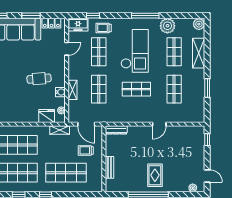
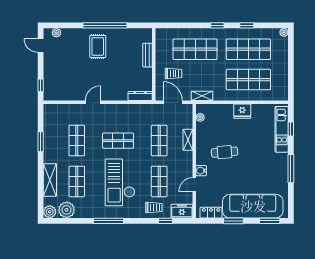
plant: (167, 26) -> (67, 210), moved
water cooler: (60, 92) -> (201, 171), moved
fridge: (47, 116) -> (242, 111), moved

